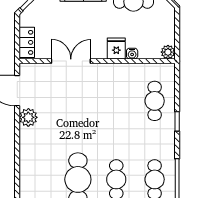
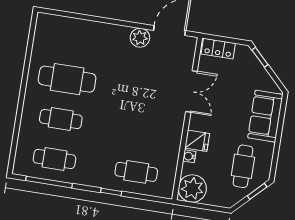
plant: (168, 52) -> (192, 188), width x1.87, depth x1.87

